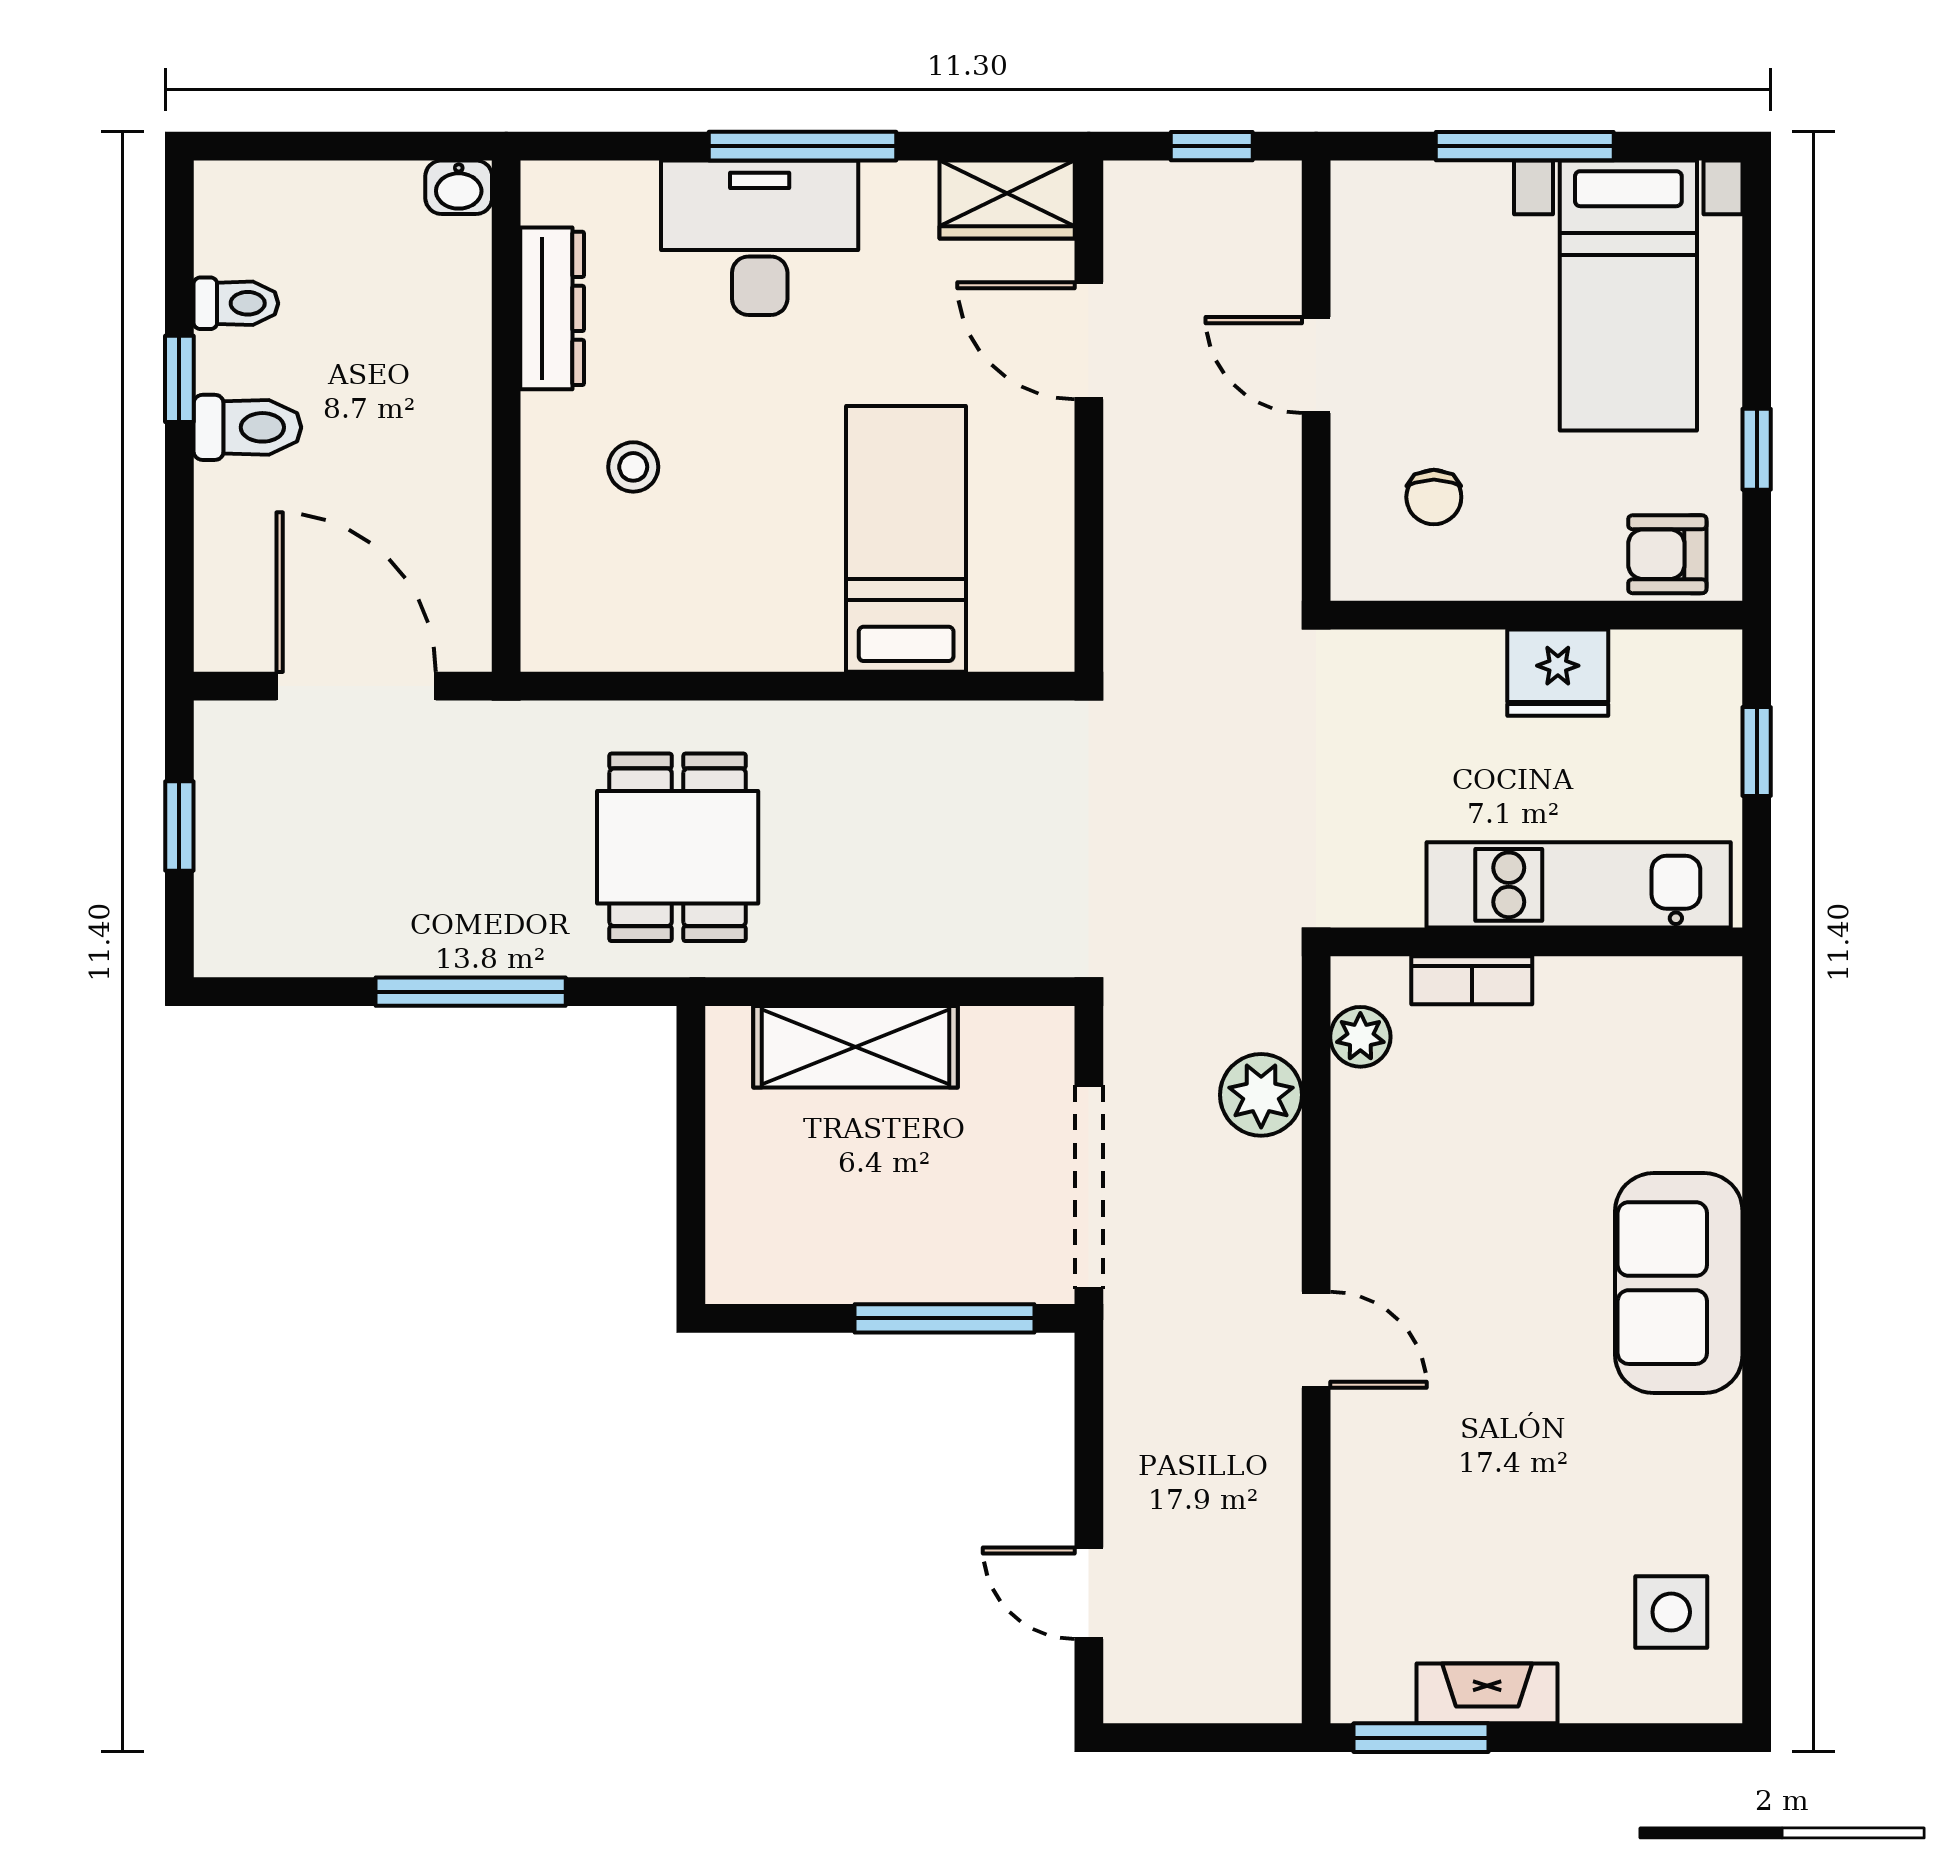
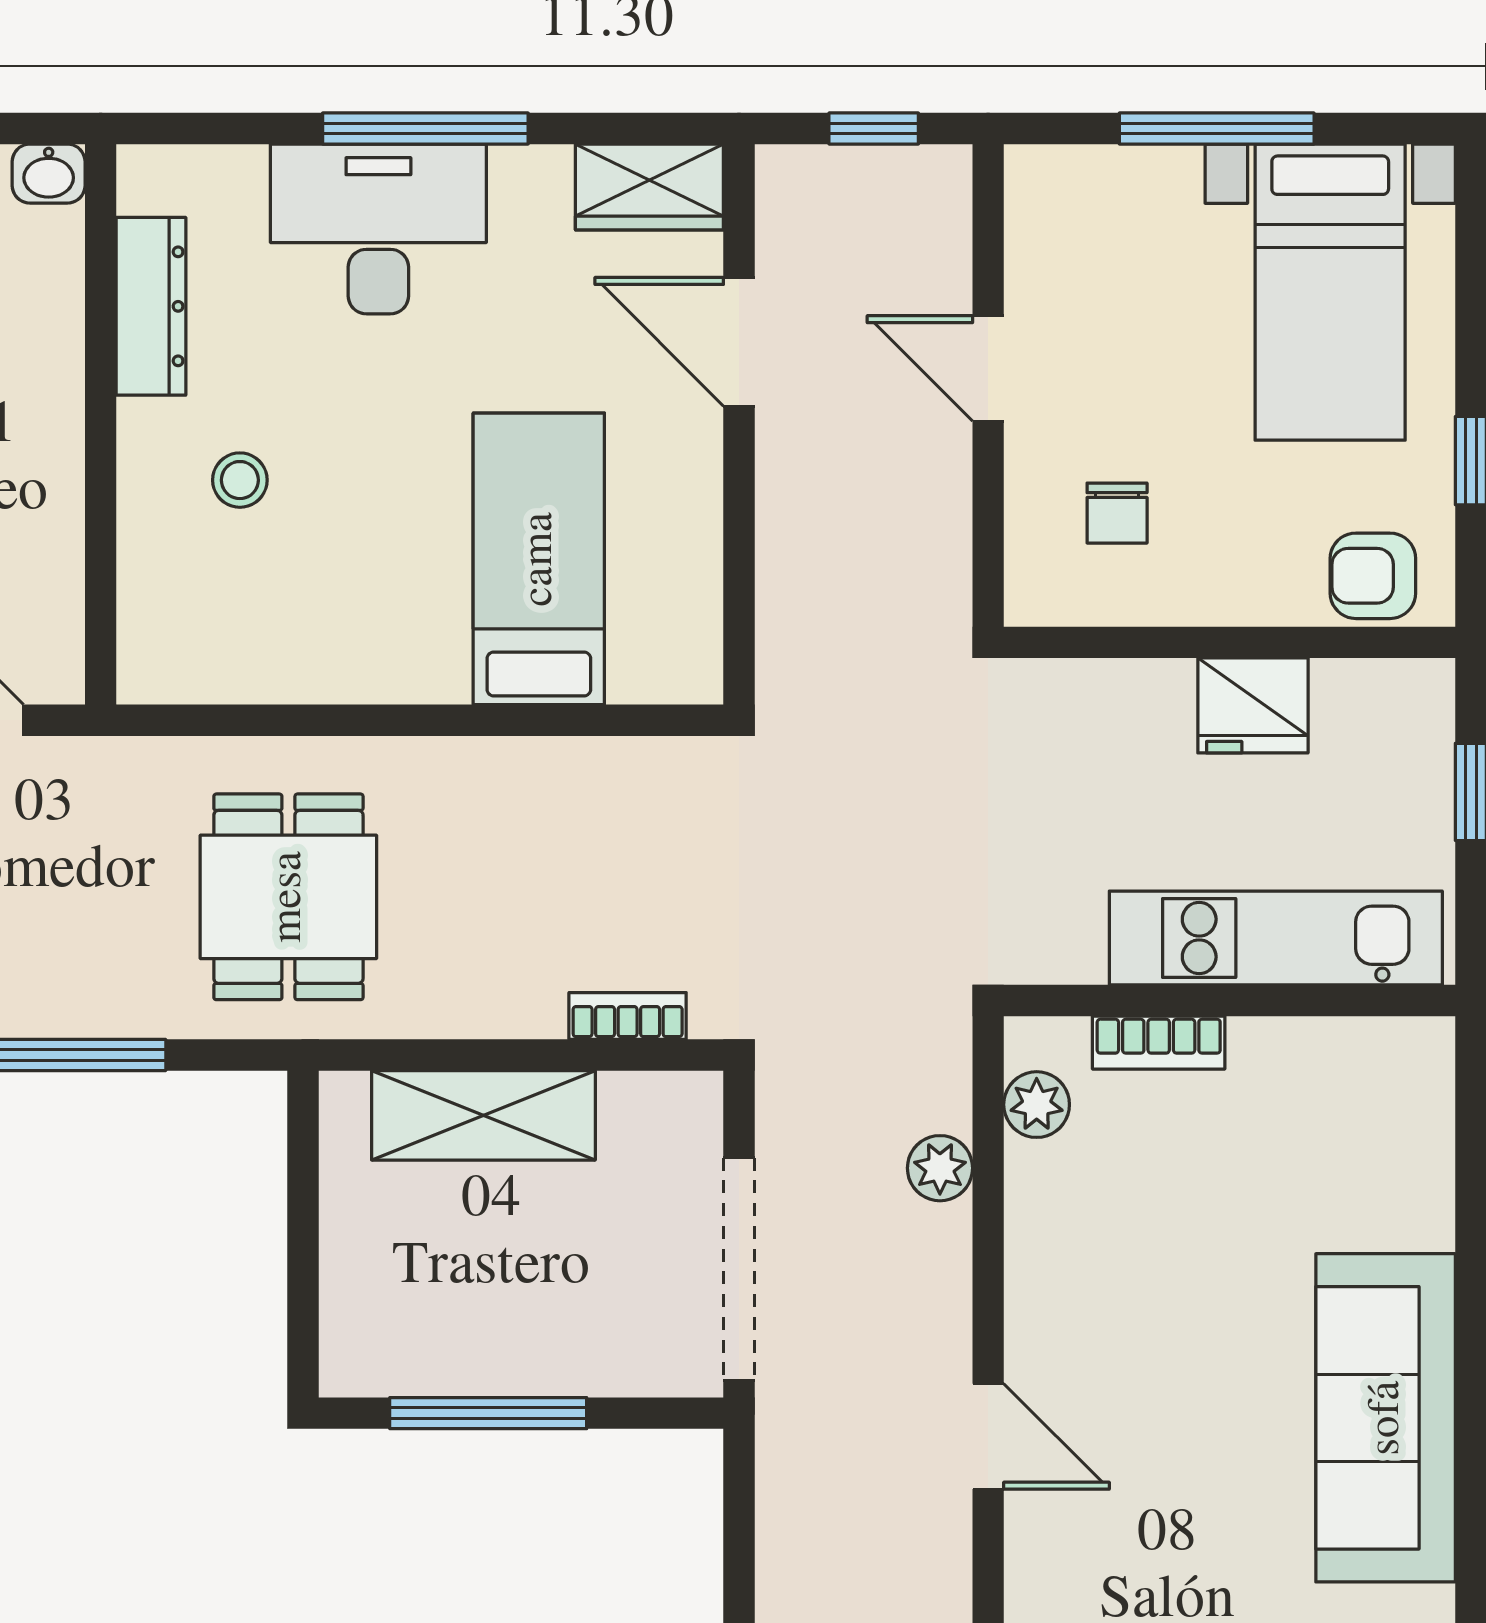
bookcase: (987, 956) -> (628, 1016), added
plant: (1261, 1095) -> (940, 1168), width x0.73, depth x0.73
sofa: (1679, 1283) -> (1386, 1418), width x1.36
window: (945, 1318) -> (488, 1413), moved

